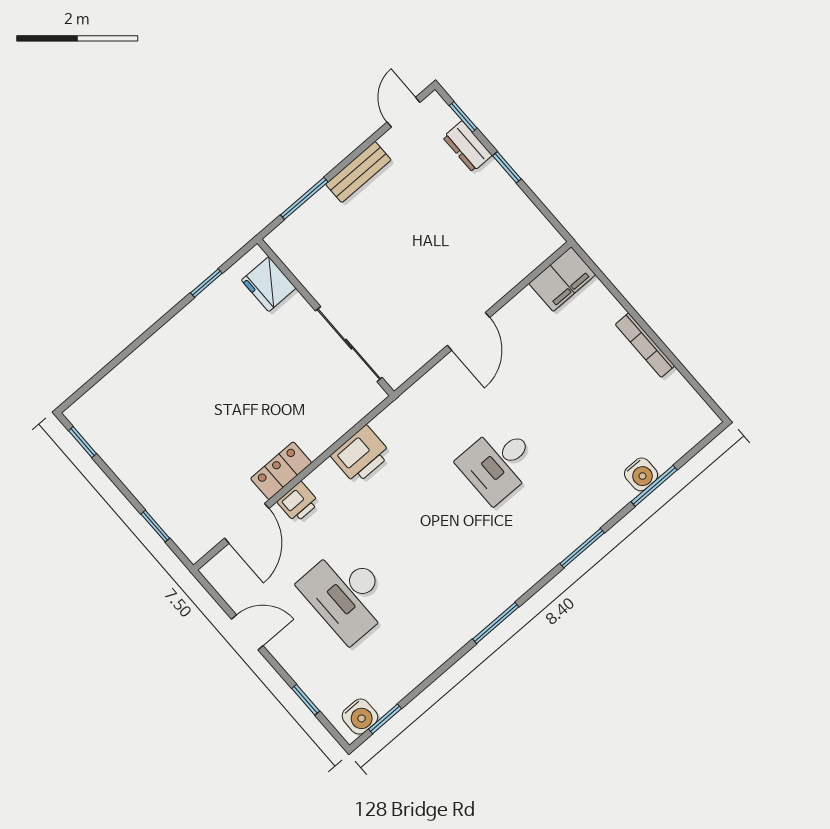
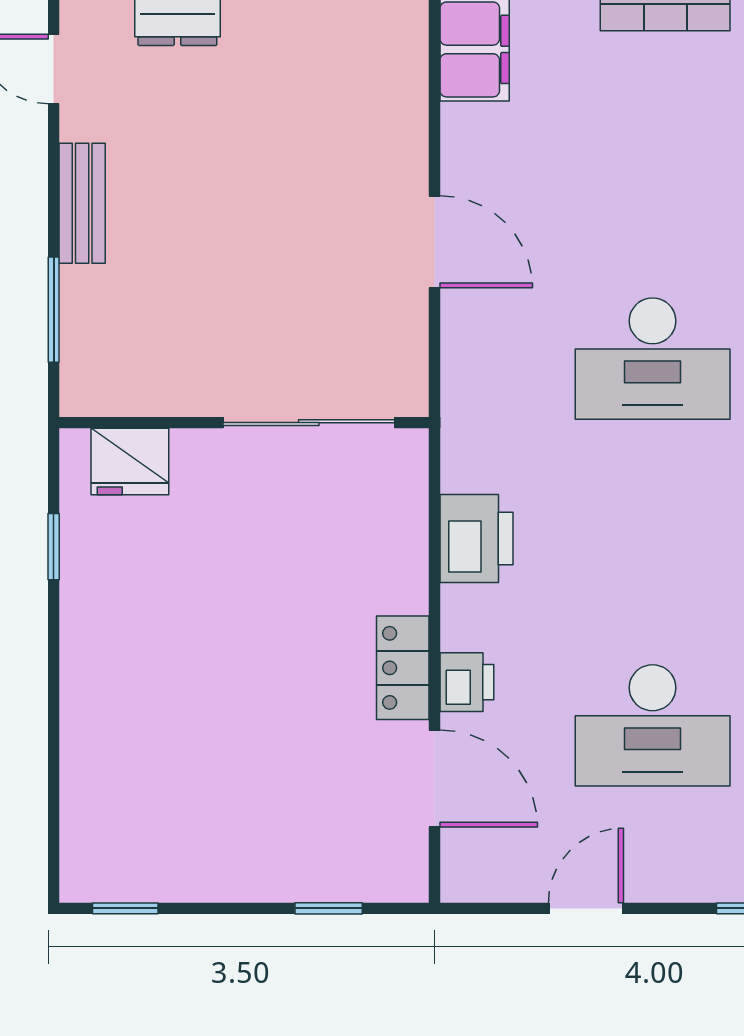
desk: (498, 463) -> (653, 359), width x1.37

